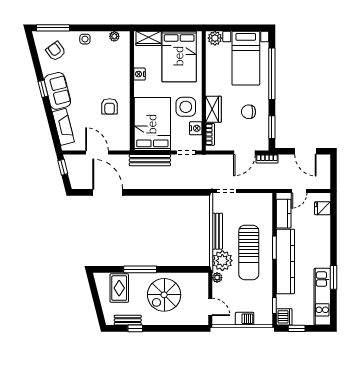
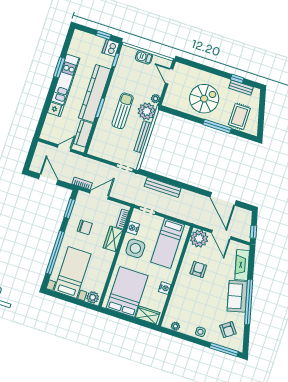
window: (43, 89) -> (249, 302), width x3.17
bed: (152, 124) -> (168, 243), width x0.67
plant: (120, 140) -> (199, 239), added
bench: (150, 160) -> (163, 187), moved
fridge: (322, 208) -> (56, 109), moved
sun lounger: (249, 252) -> (123, 111), width x0.73, depth x0.75
kitchen unit: (322, 297) -> (65, 80), moved

